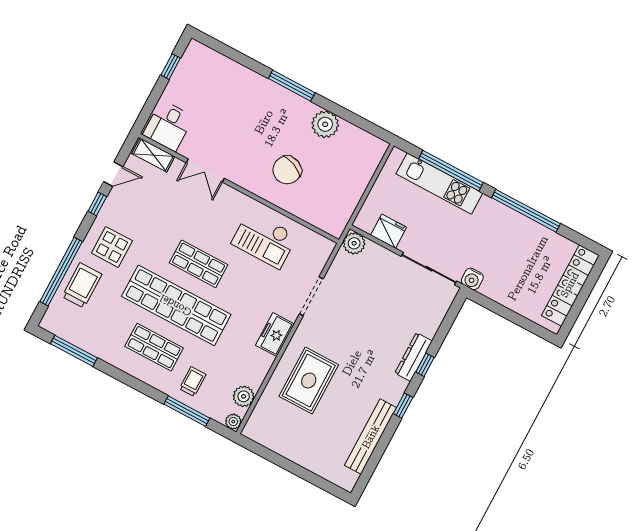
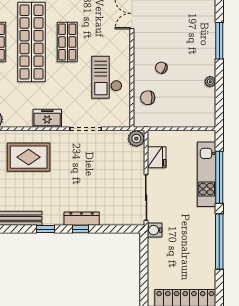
plant: (325, 124) -> (210, 82), width x0.53, depth x0.53
chair: (287, 170) -> (161, 68), width x0.54, depth x0.54
chair: (314, 205) -> (148, 98), added

